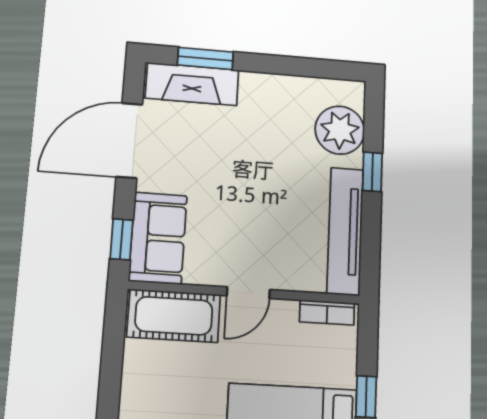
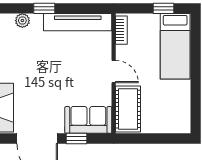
plant: (340, 130) -> (22, 21), width x0.53, depth x0.53
window: (121, 239) -> (77, 138), moved

